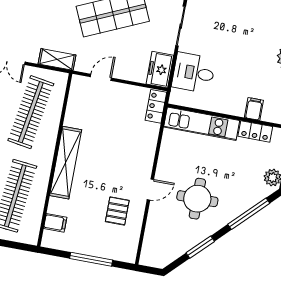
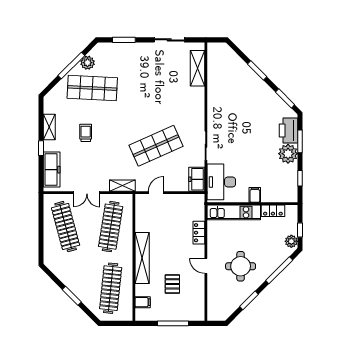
desk: (194, 73) -> (221, 182), width x1.37
locker: (156, 106) -> (199, 233), moved
filing cabinet: (254, 109) -> (255, 195), moved
door: (150, 190) -> (206, 266), swing flipped
pallet: (117, 211) -> (172, 284), moved

